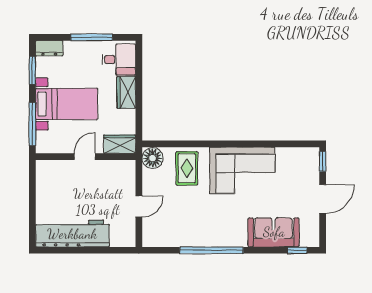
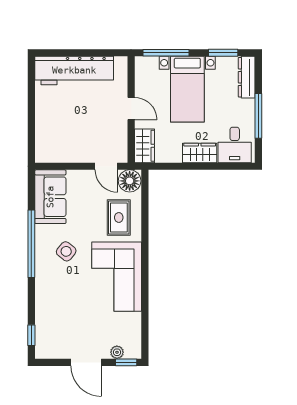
dresser: (49, 48) -> (247, 77), width x1.44
rug: (187, 168) -> (119, 217), turned 90
plant: (313, 170) -> (117, 352), added
door: (139, 206) -> (106, 166), moved
side table: (219, 218) -> (66, 251), added
sofa: (274, 232) -> (50, 197), moved
workbench: (72, 234) -> (74, 70), moved, turned 90

